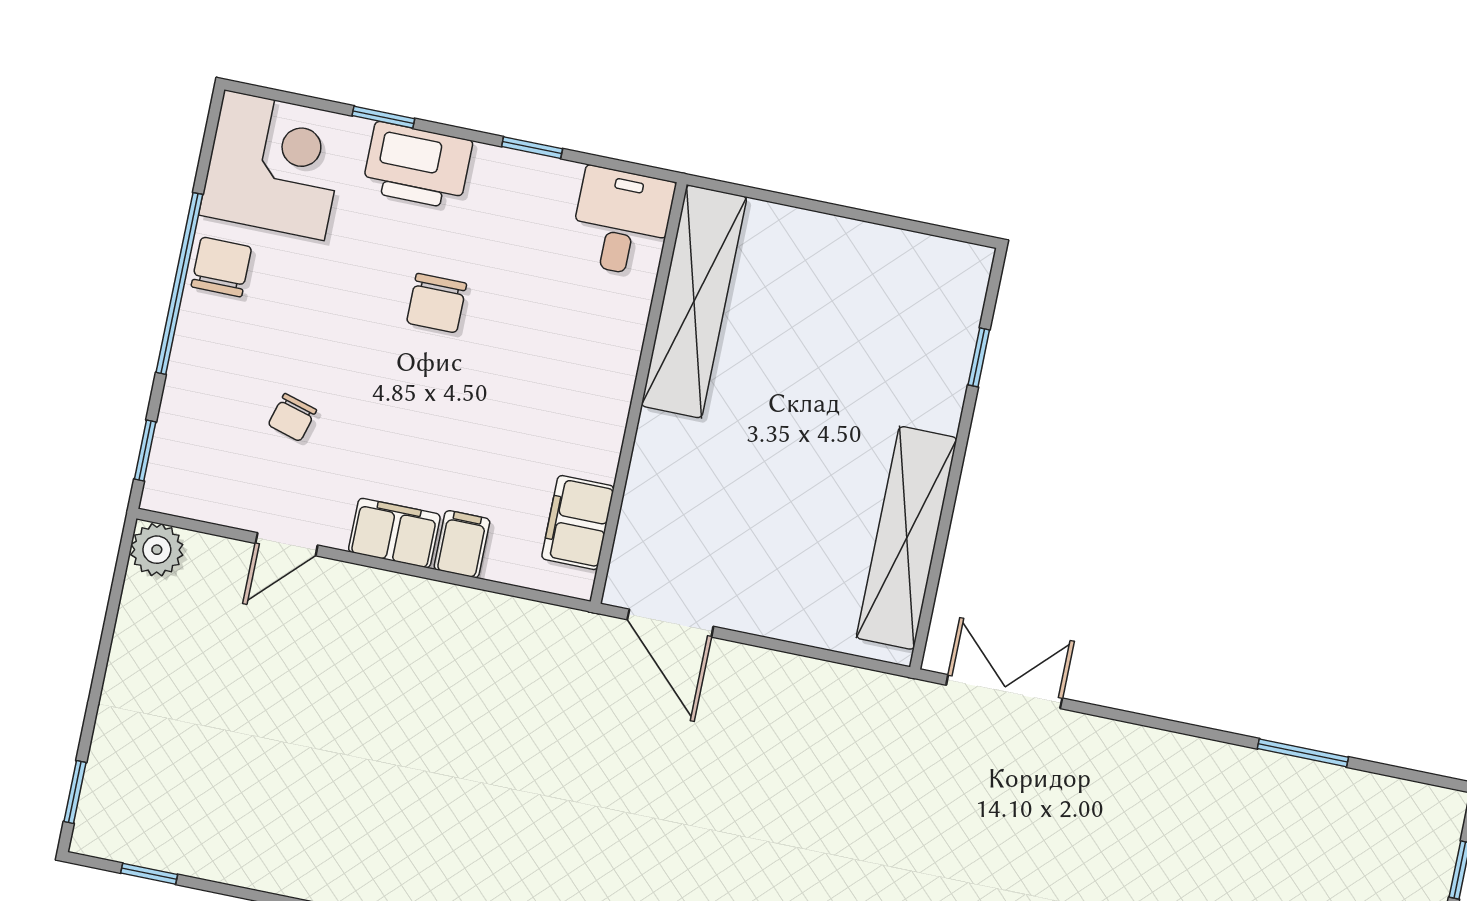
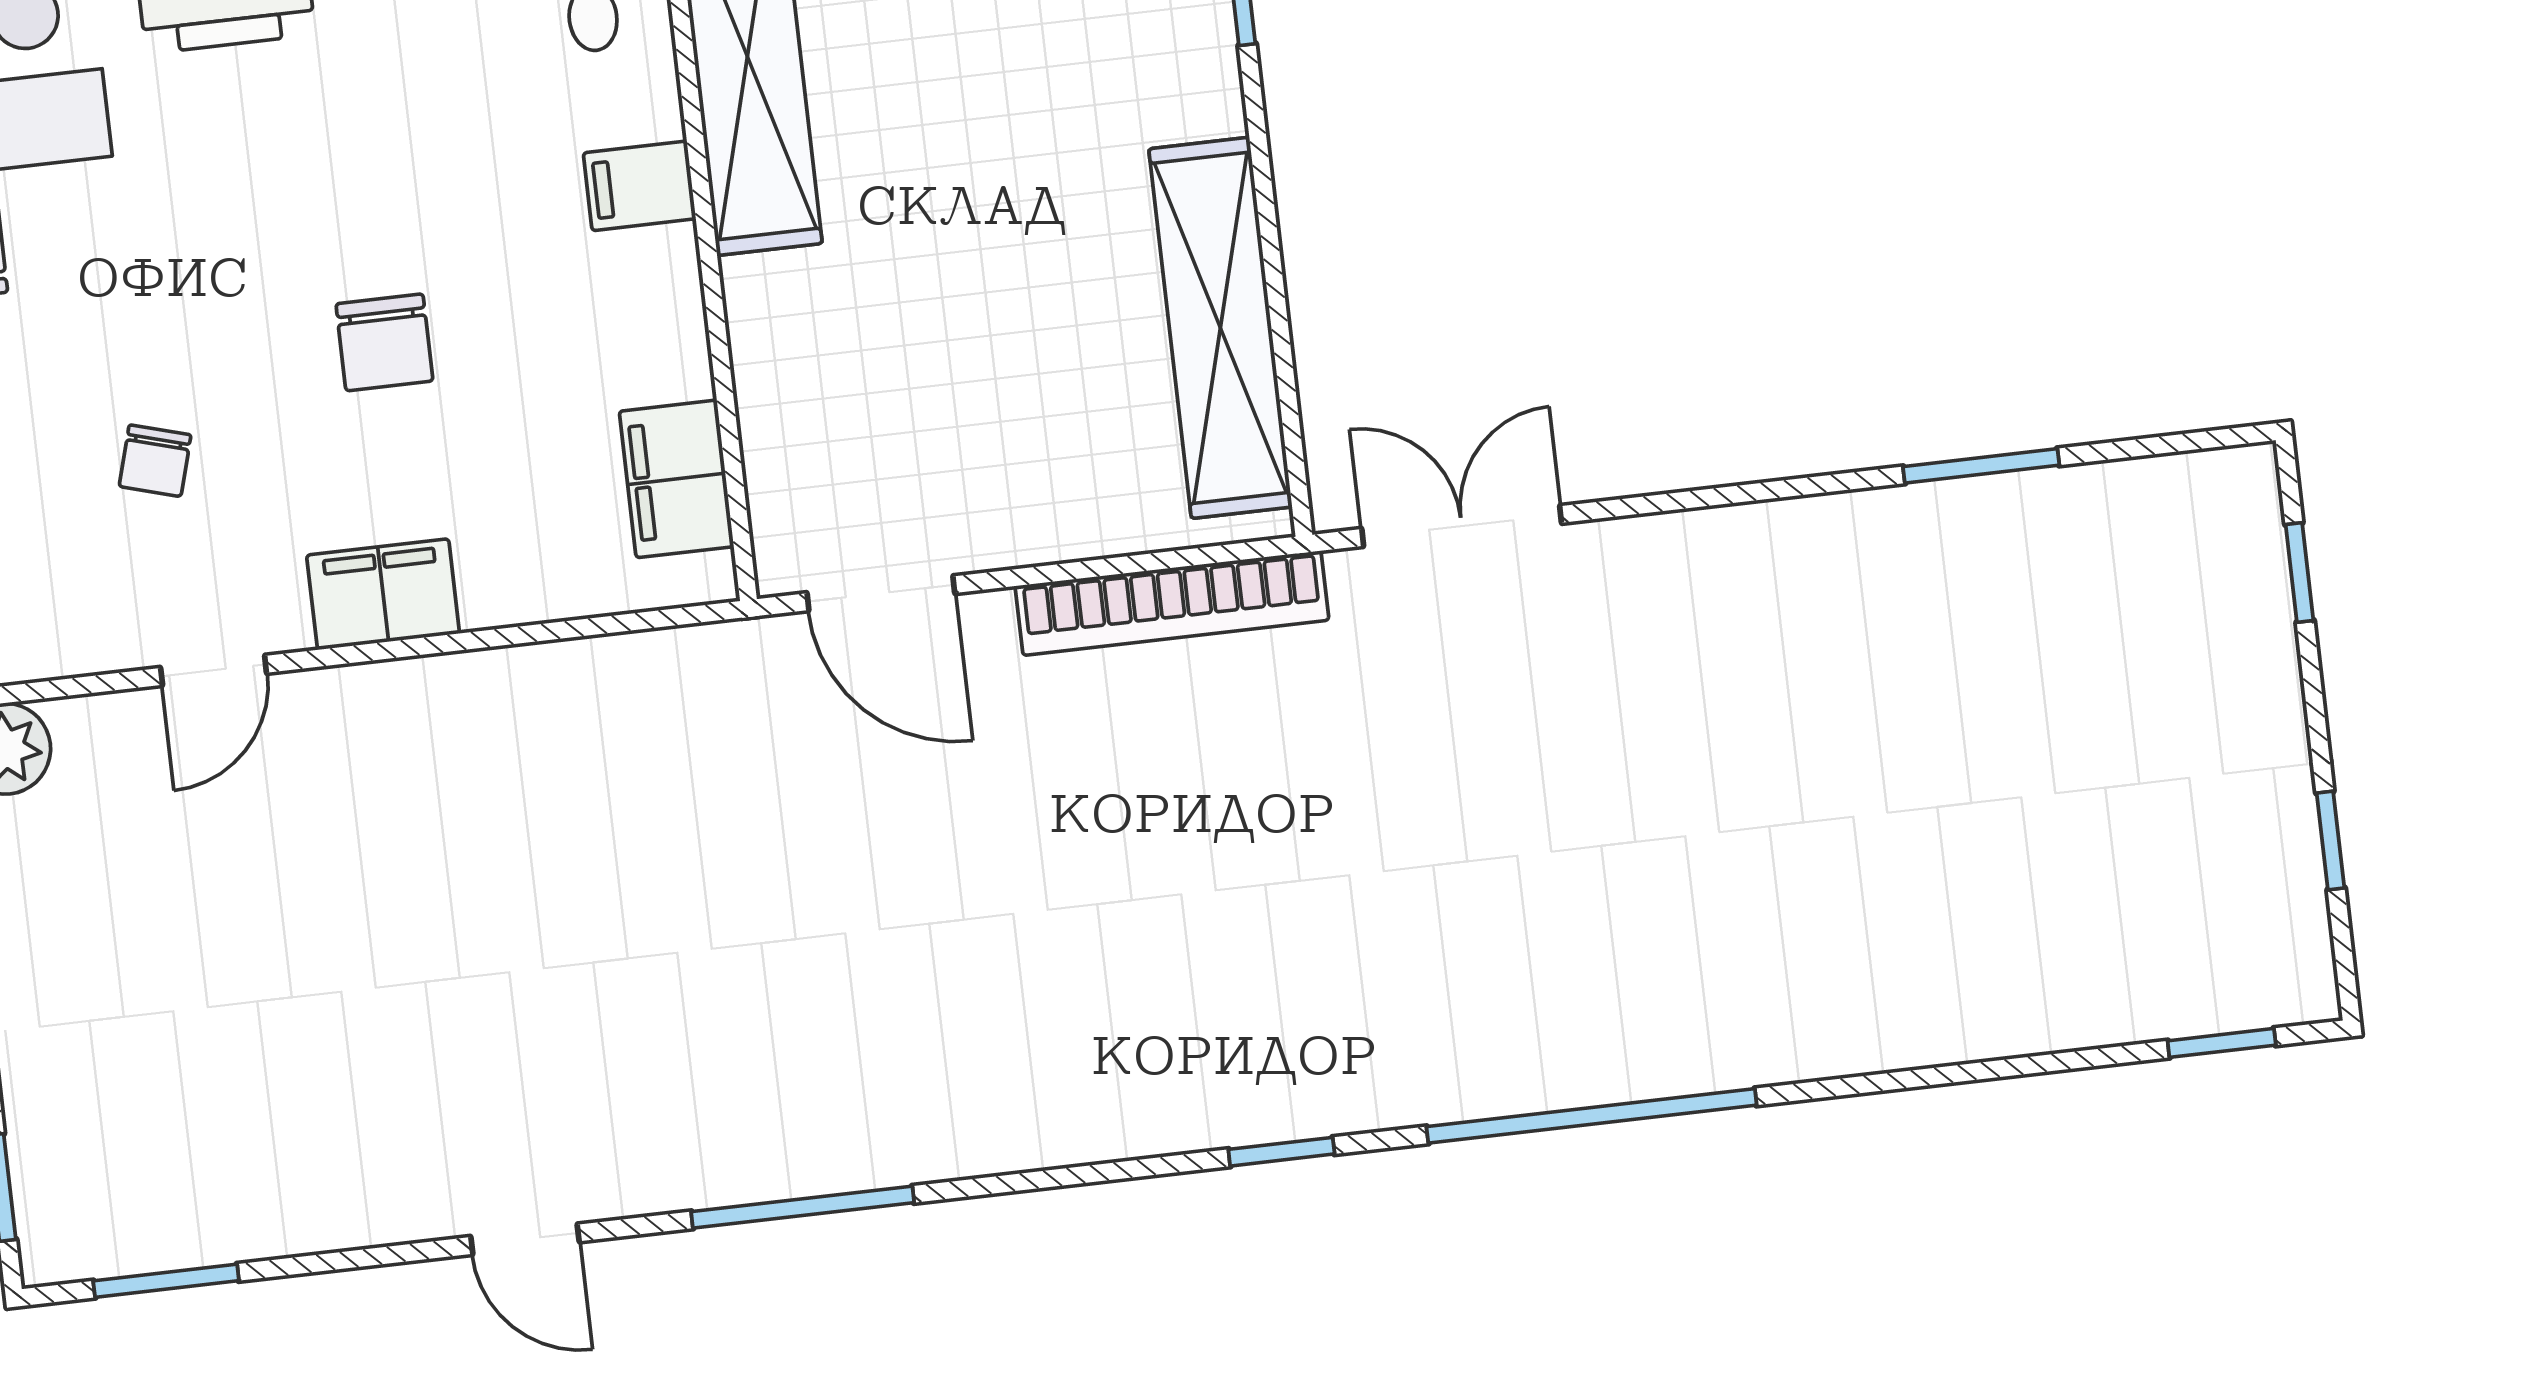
chair: (437, 303) -> (384, 342), moved
filing cabinet: (462, 544) -> (640, 186), moved, turned -90
bookcase: (830, 682) -> (1172, 603), added
window: (149, 874) -> (166, 1281), width x1.50

